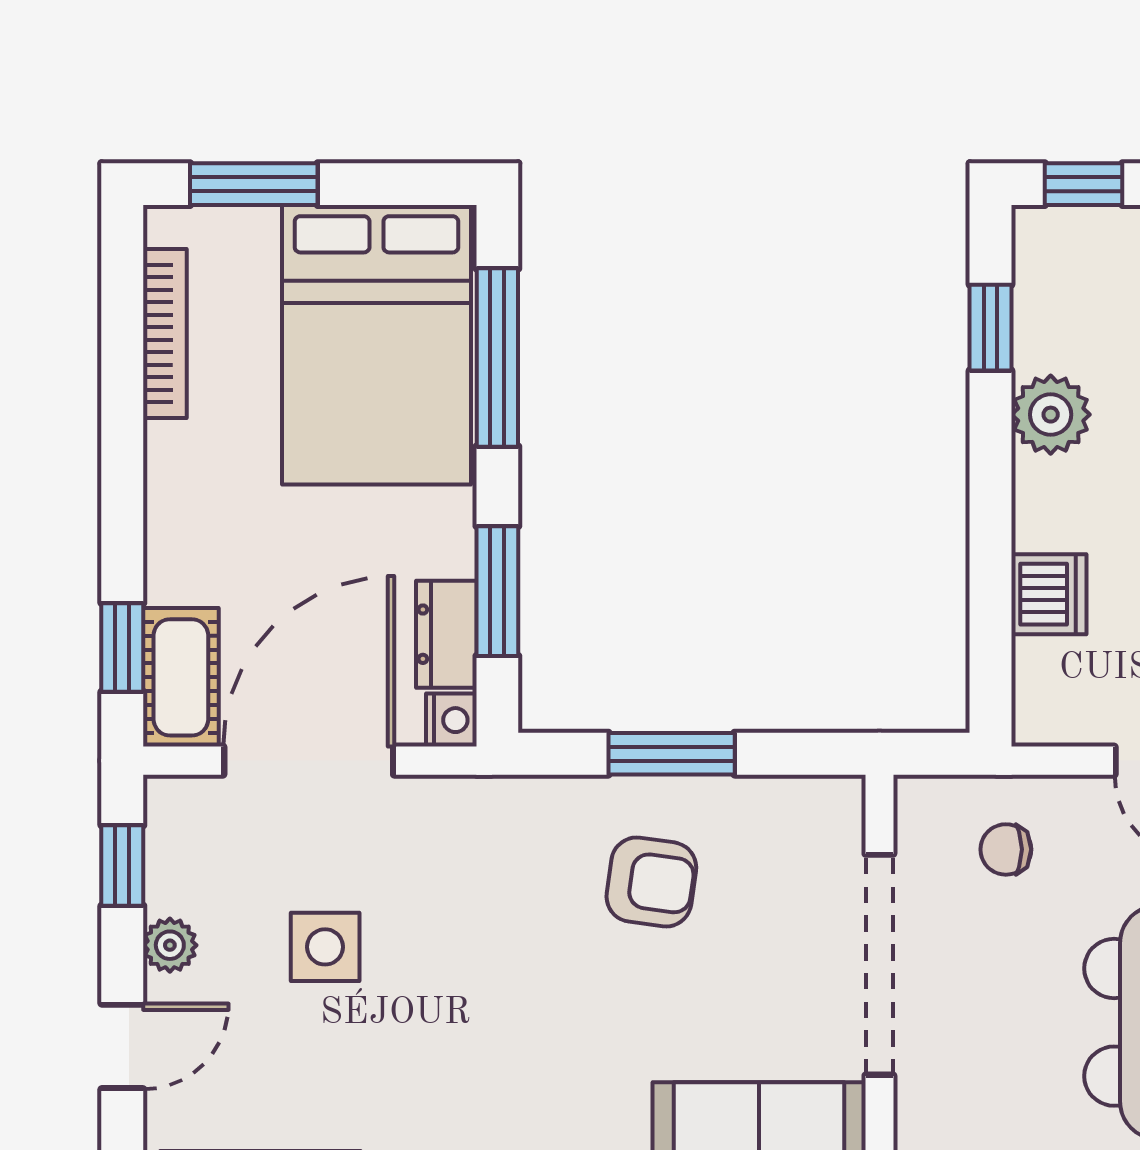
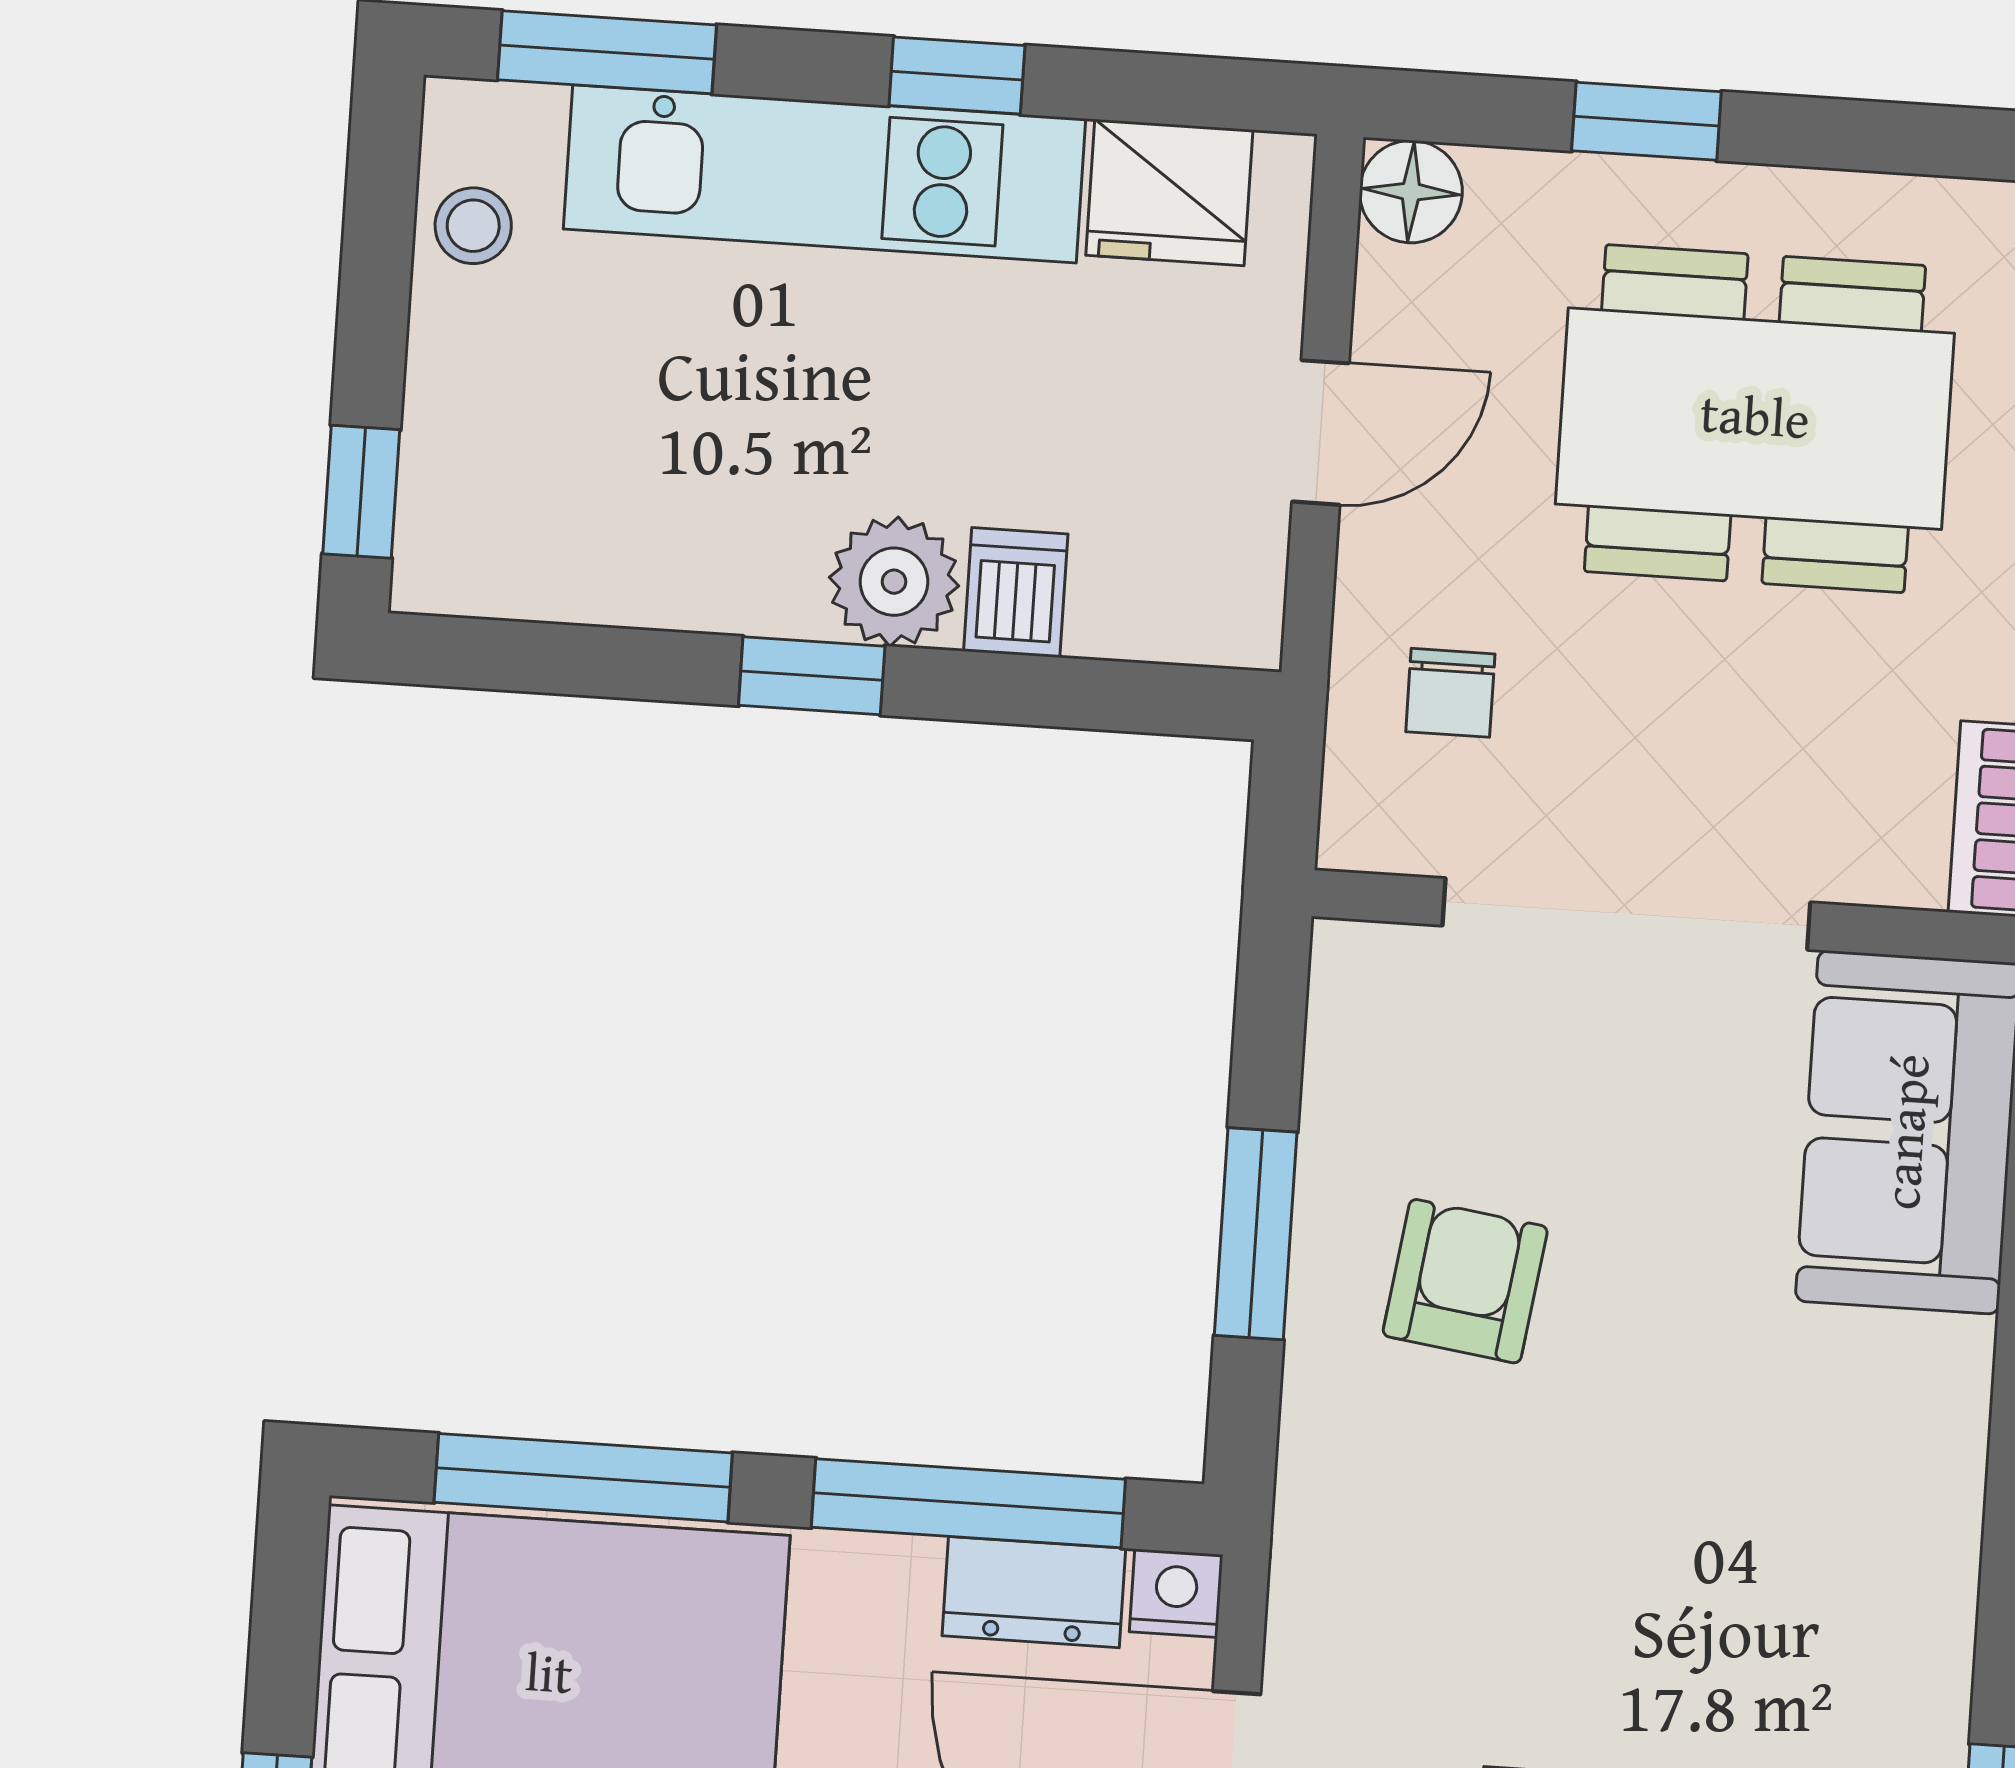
window: (991, 328) -> (812, 676), moved
plant: (1051, 415) -> (894, 582), moved
window: (497, 591) -> (968, 1503), width x1.44
dishwasher: (1049, 594) -> (1016, 593), width x0.73

